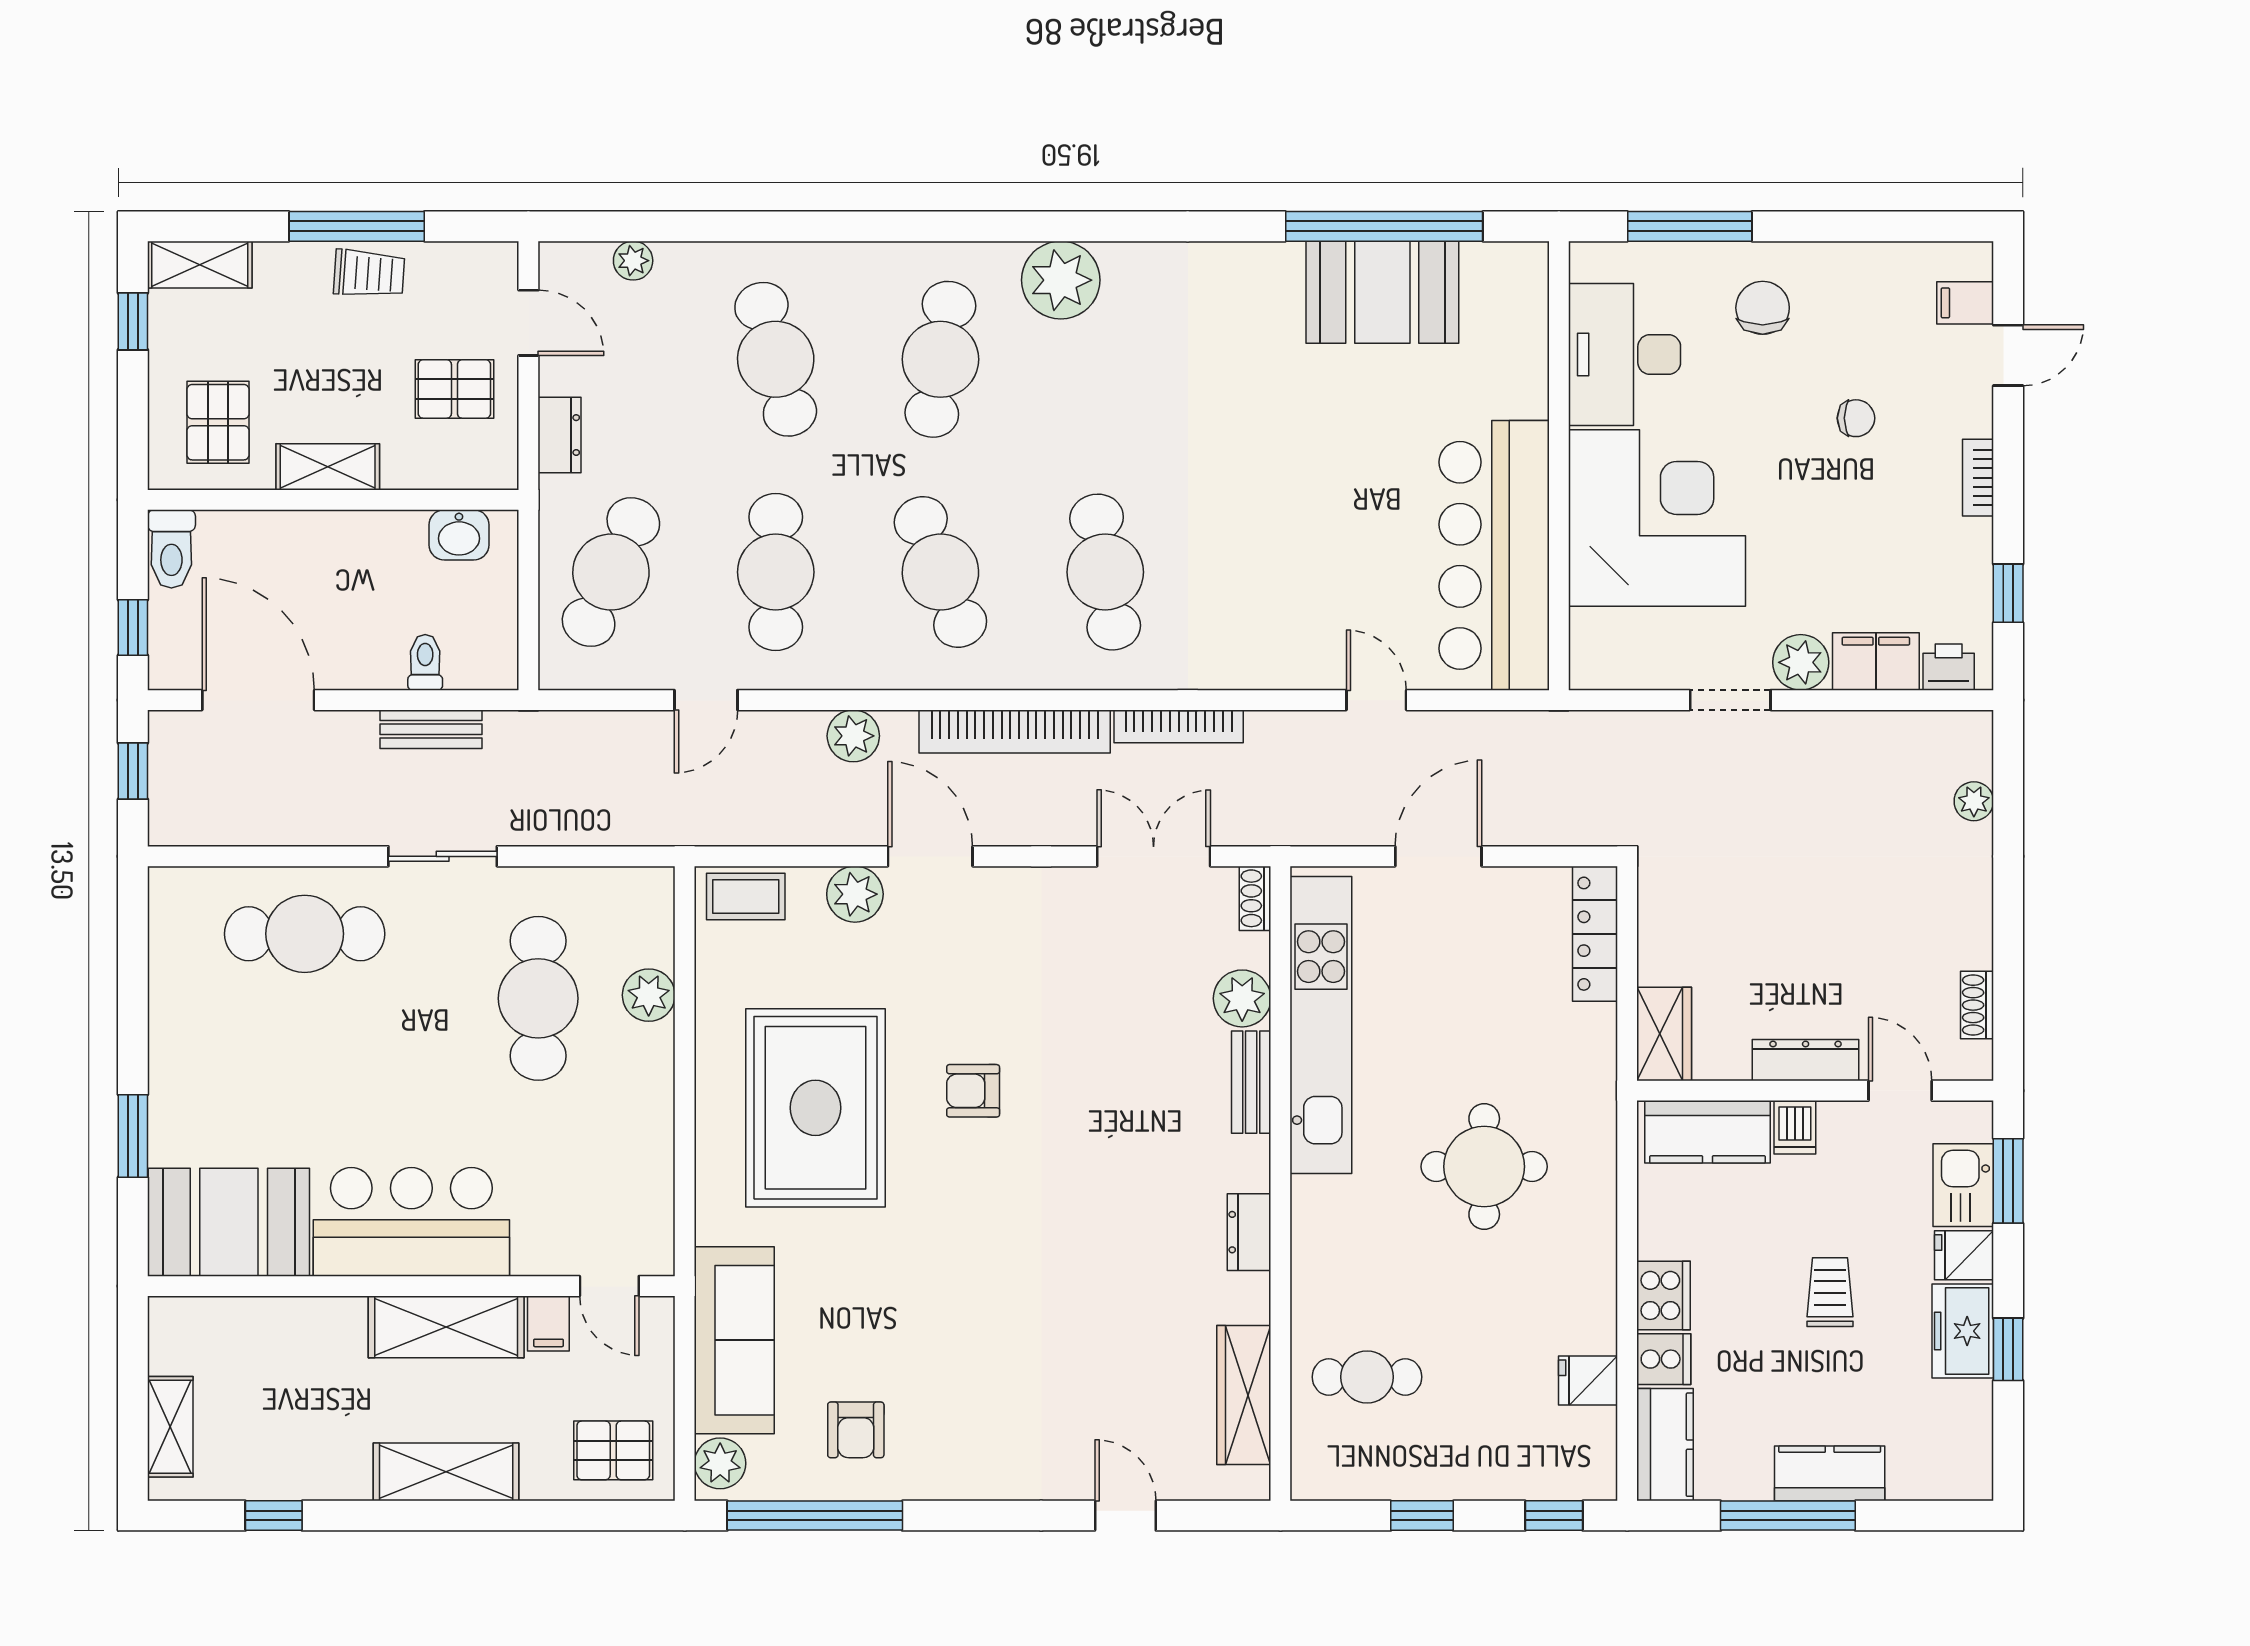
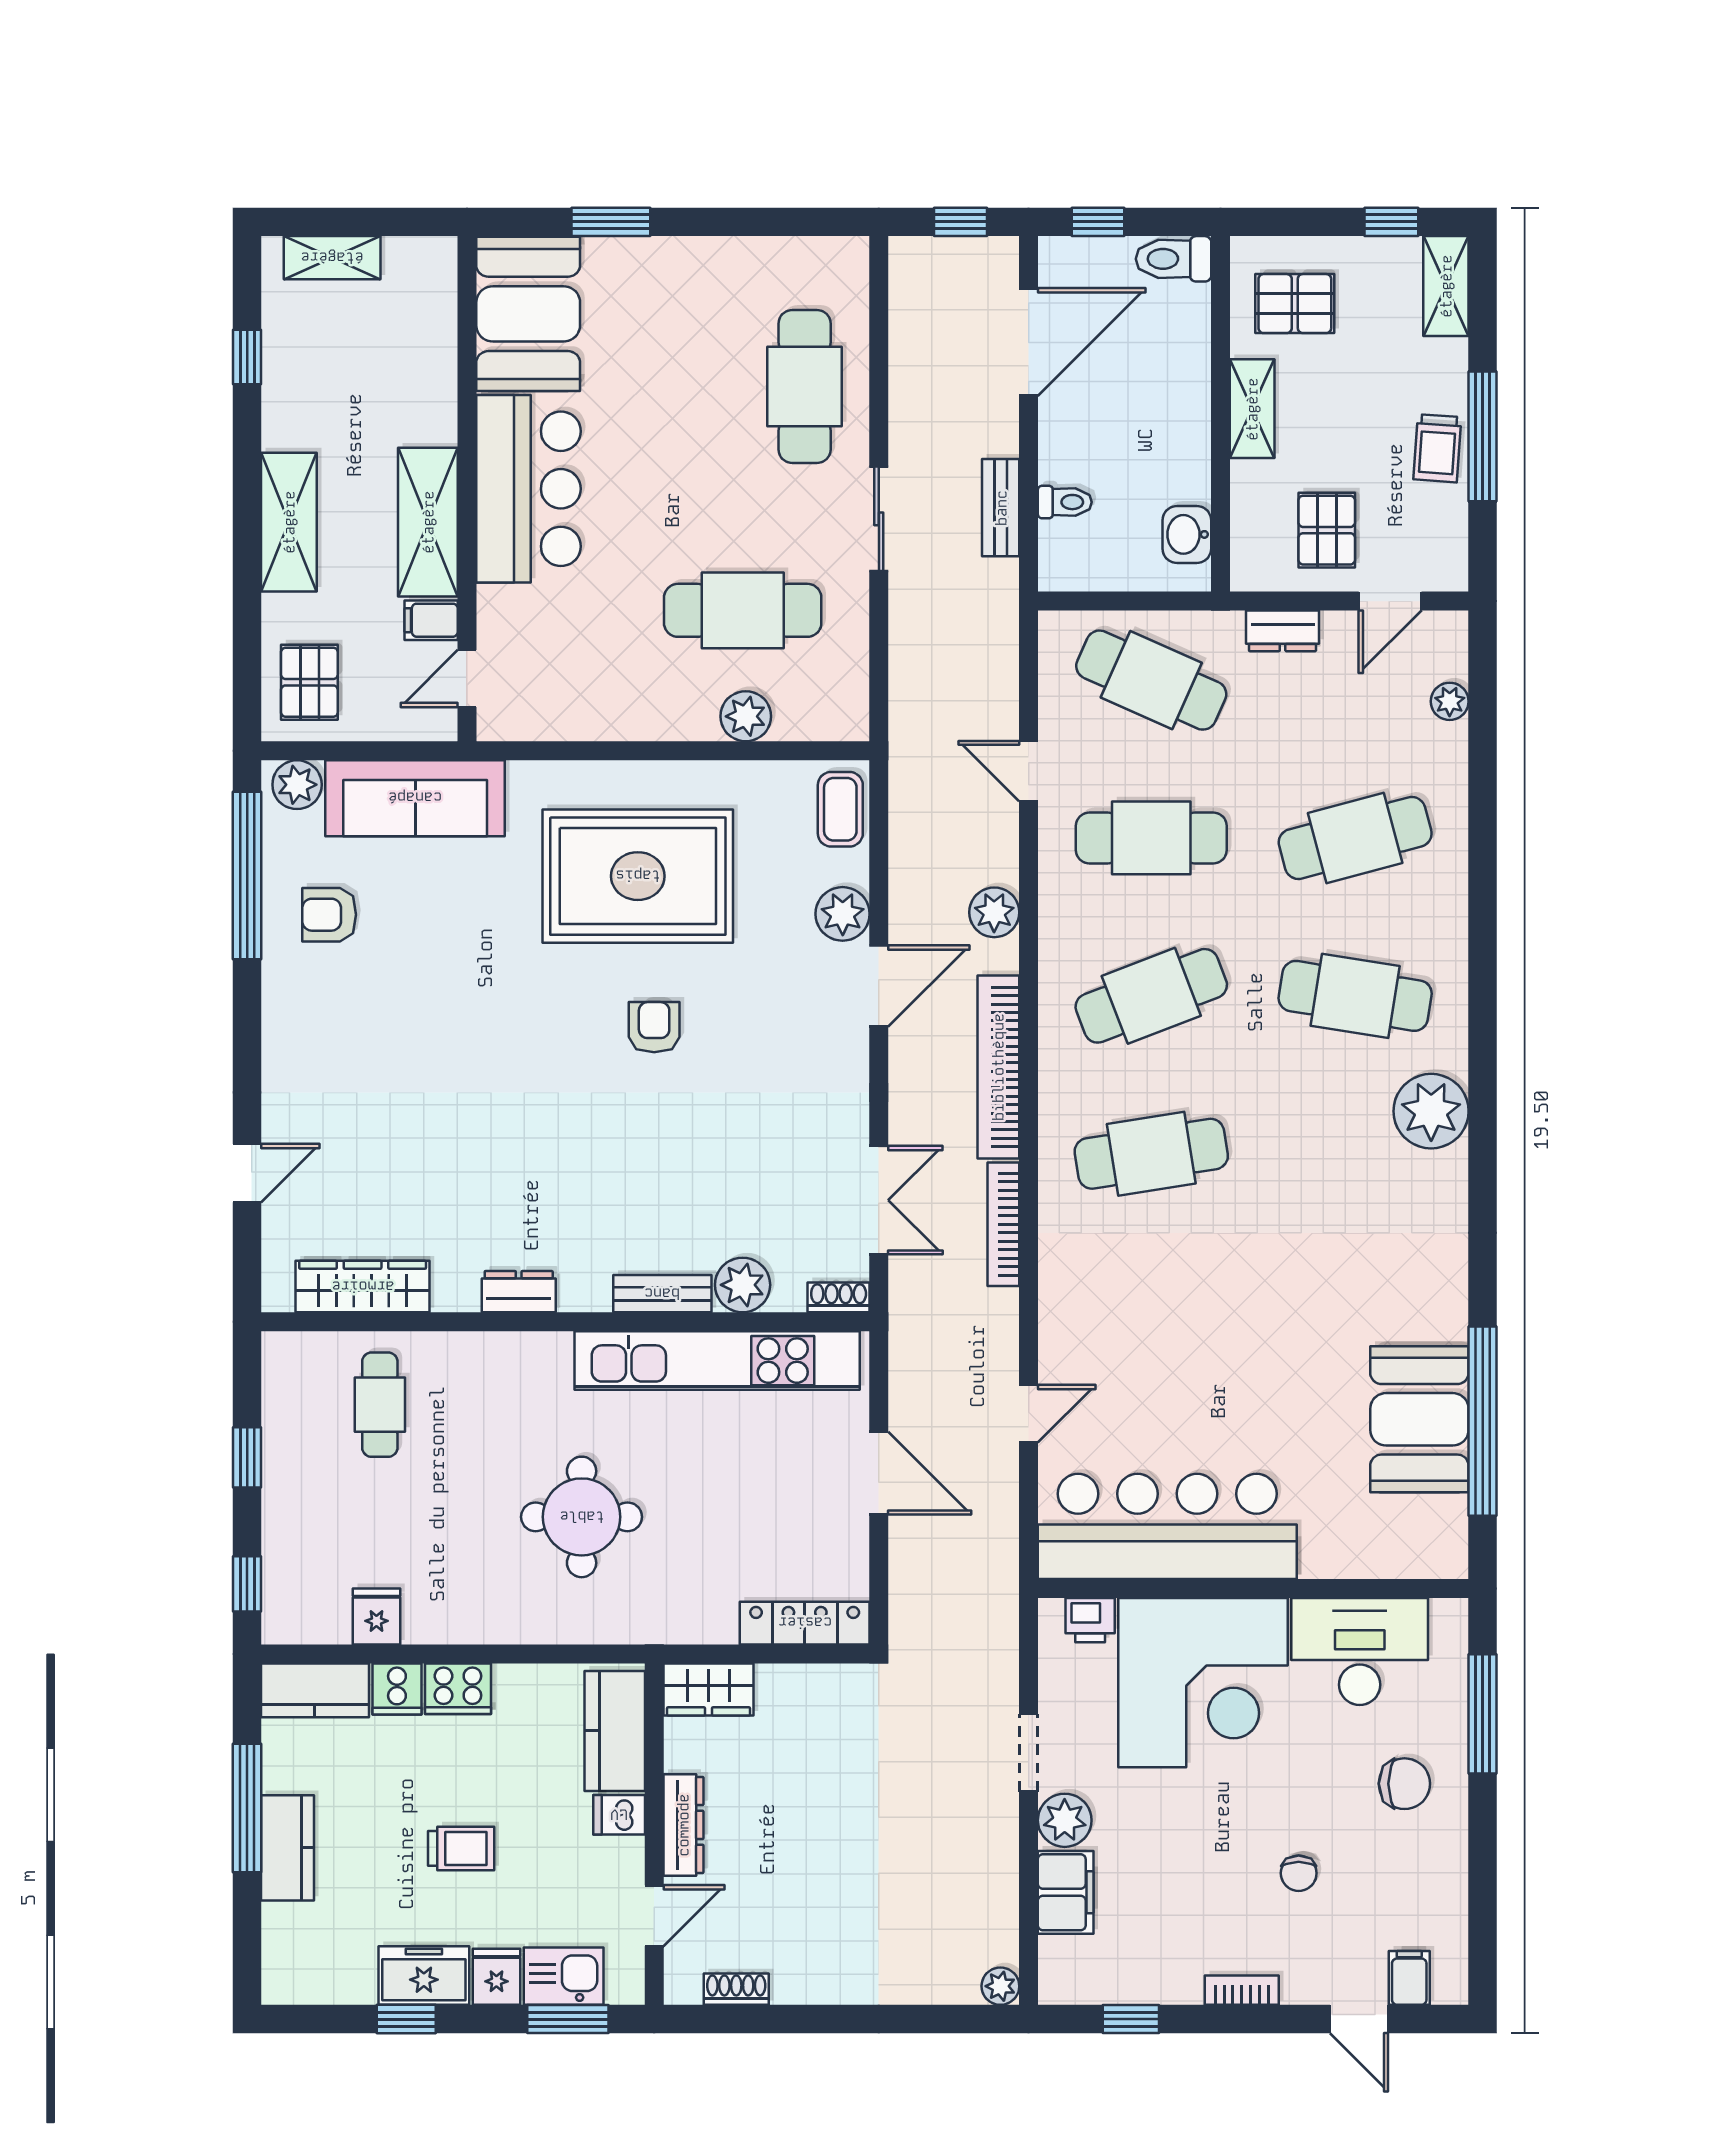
printer: (1949, 667) -> (1090, 1620), moved, turned 90
plant: (1974, 801) -> (1000, 1986), moved

